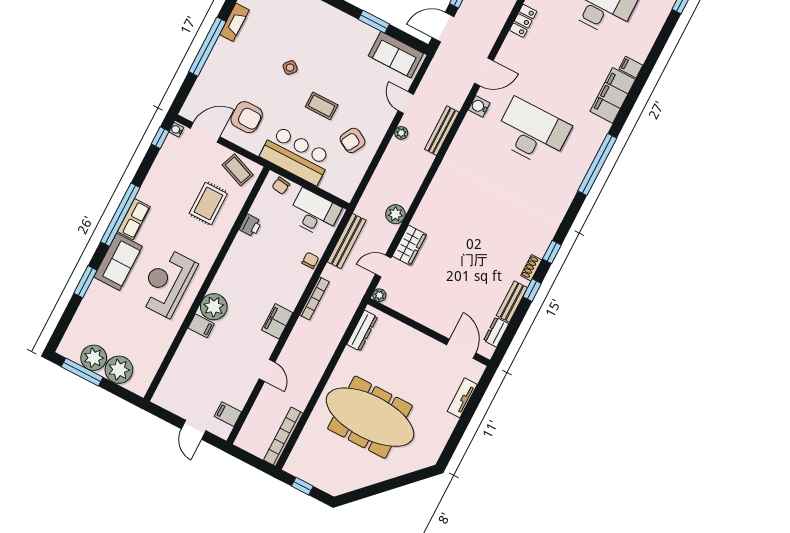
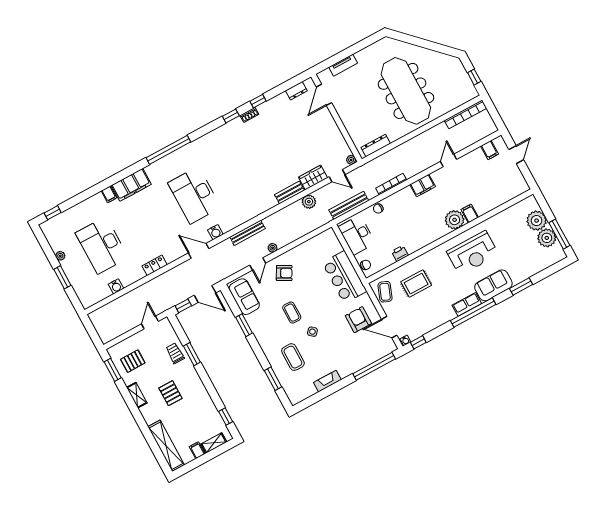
coffee table: (293, 23) -> (293, 357), added
window: (207, 47) -> (374, 366), moved
coffee table: (322, 106) -> (292, 313), moved
armchair: (353, 140) -> (284, 273), moved
bench: (512, 302) -> (289, 192), moved

